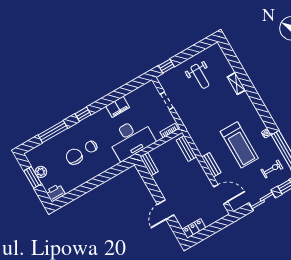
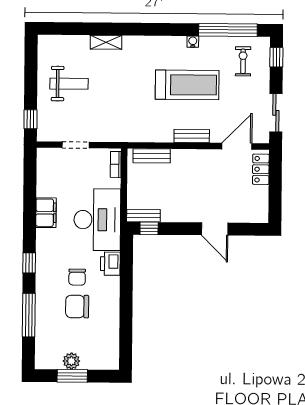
window: (144, 172) -> (149, 228), added
printer: (55, 193) -> (110, 264), moved
sliding door: (262, 200) -> (276, 113), moved
locker: (194, 229) -> (261, 169), moved

